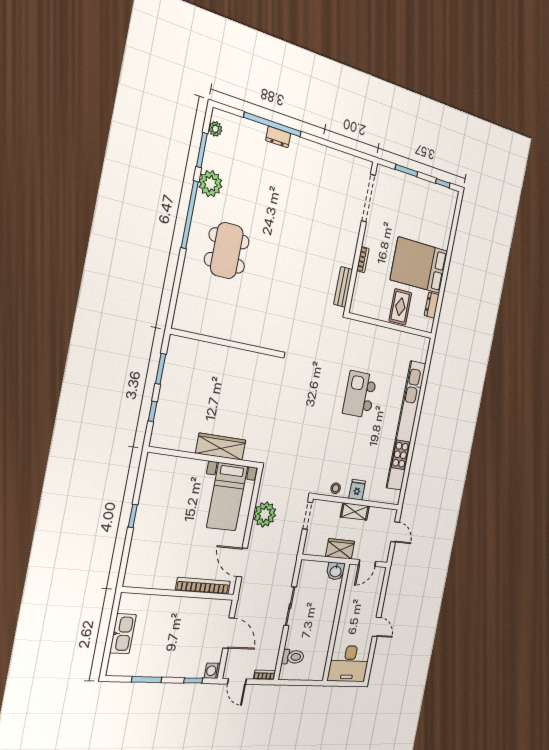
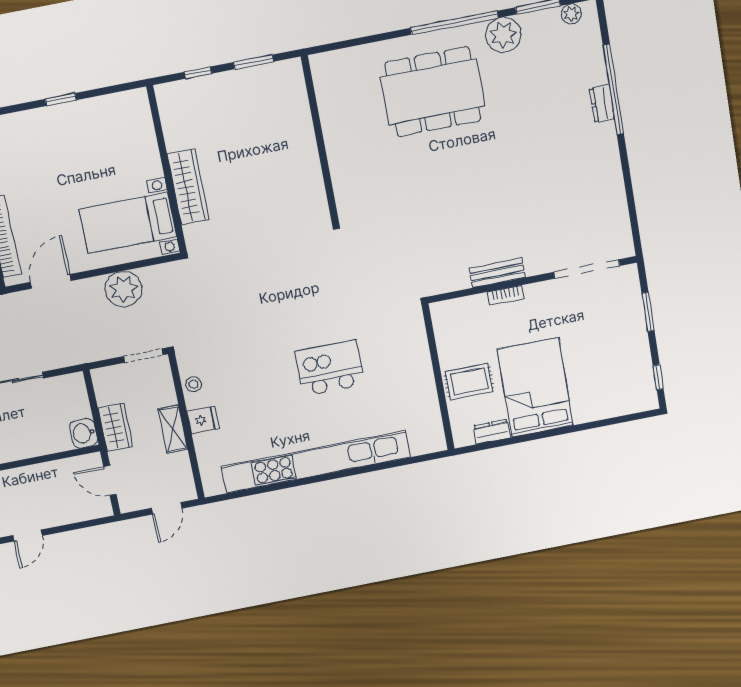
dining table: (227, 251) -> (433, 92), width x1.36, depth x1.24
bench: (343, 287) -> (497, 273), moved

